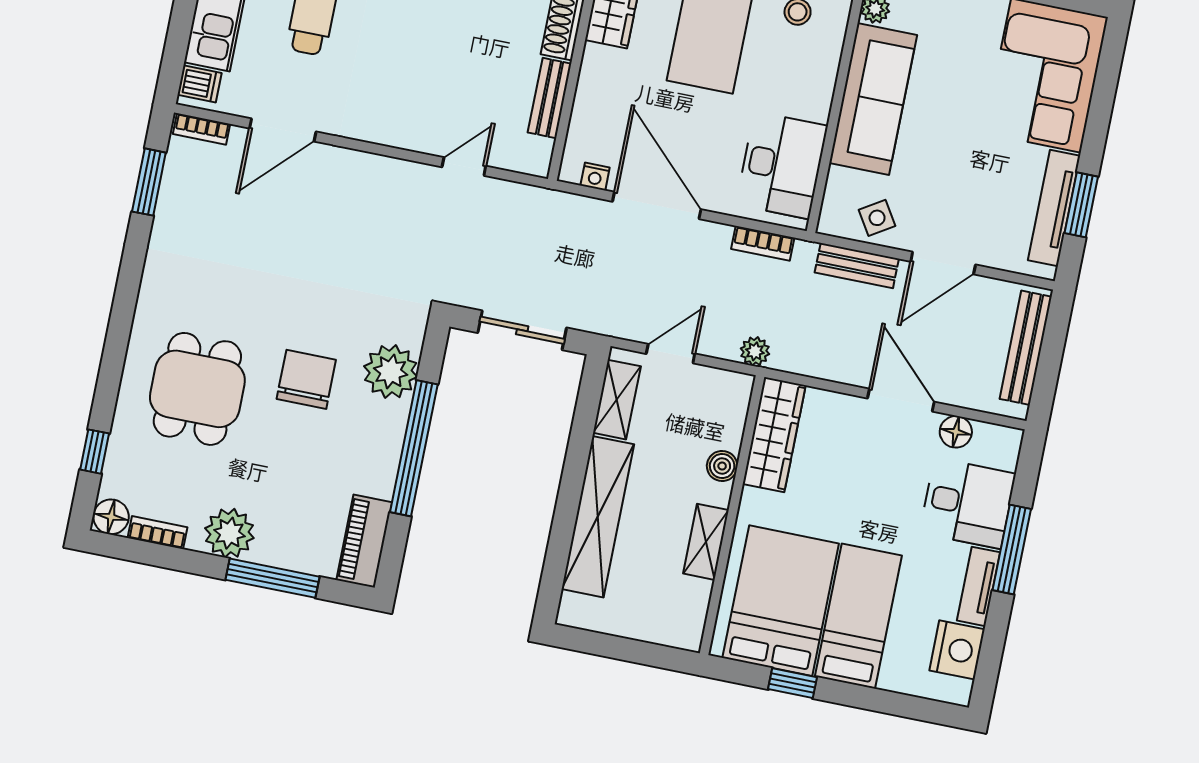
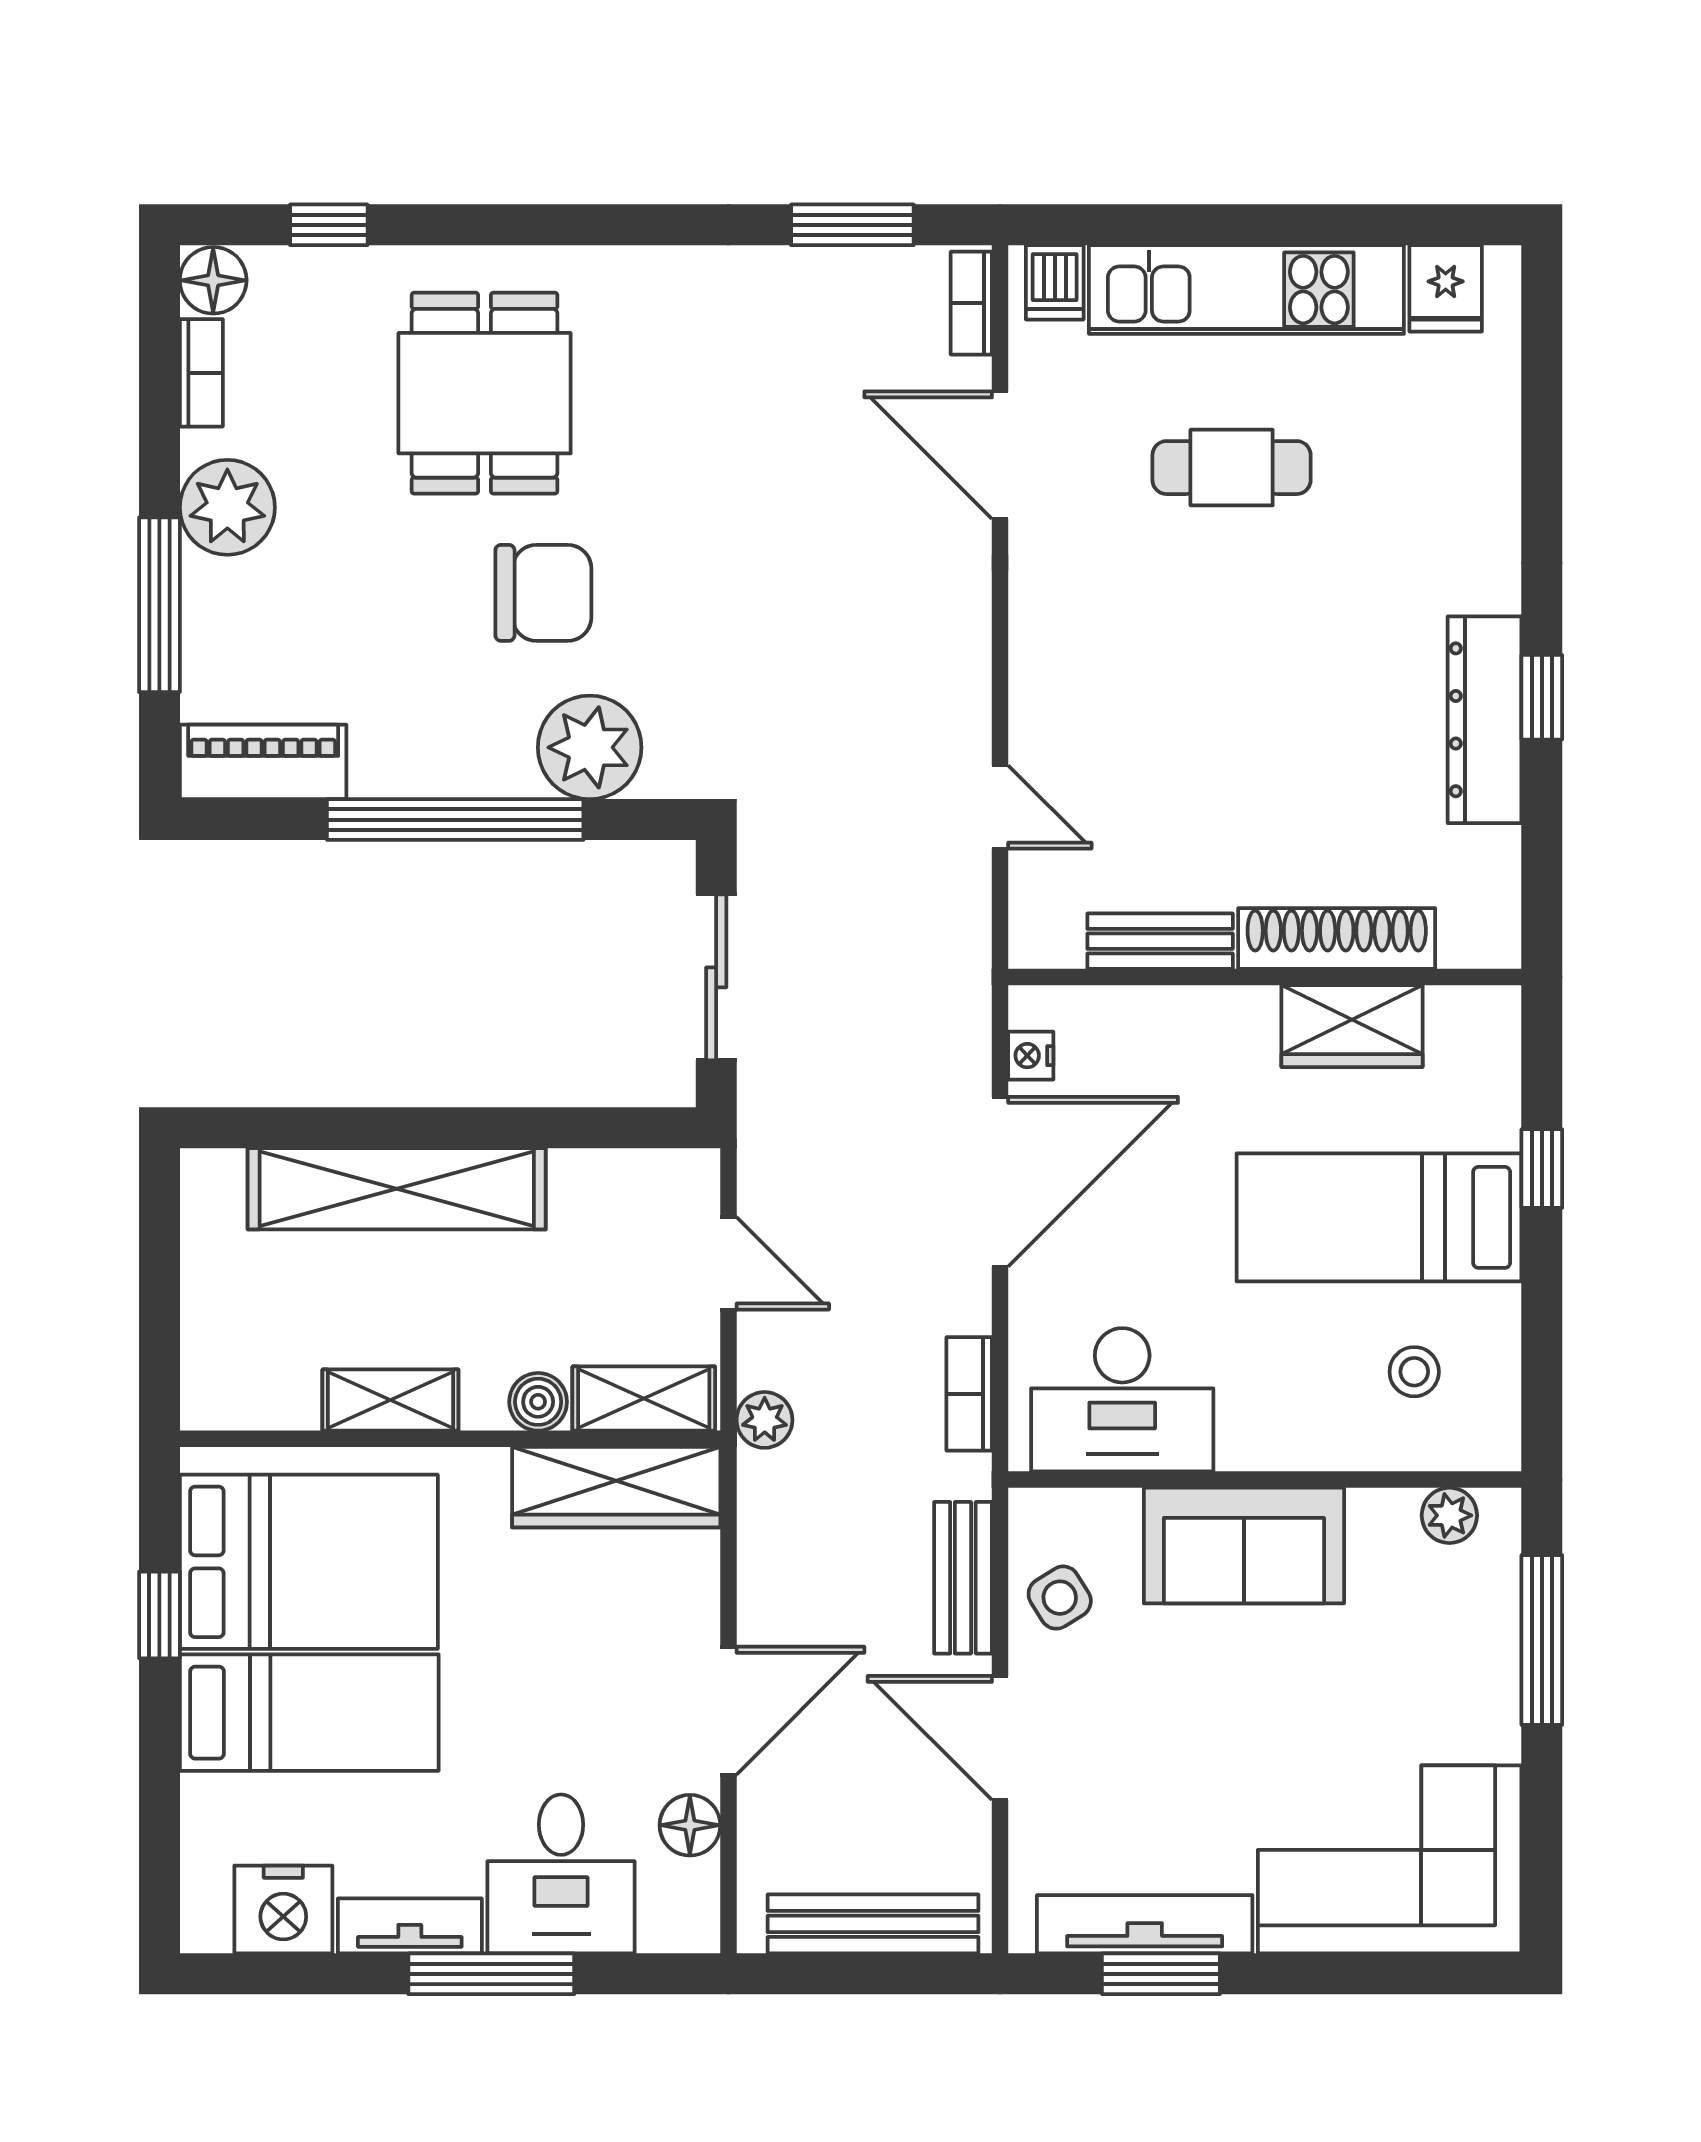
sofa: (873, 99) -> (1244, 1546), width x0.73
dining table: (197, 389) -> (485, 393), turned 90
shelving: (617, 400) -> (644, 1399), moved

